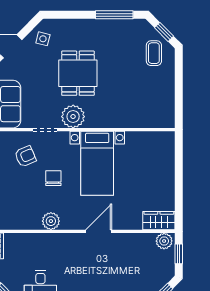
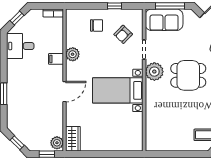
armchair: (25, 156) -> (123, 34), turned 67
chair: (53, 178) -> (96, 25), moved
door: (99, 231) -> (64, 92), hinge flipped
filing cabinet: (57, 242) -> (56, 59), added

